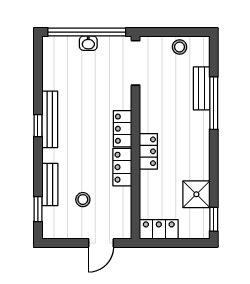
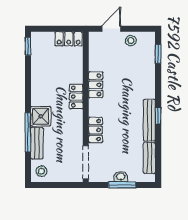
window: (87, 32) -> (122, 185), width x0.47
stool: (180, 47) -> (41, 171), moved
locker: (122, 129) -> (96, 130), moved
bench: (50, 184) -> (149, 158), moved
shower: (196, 194) -> (41, 116), moved
stool: (83, 200) -> (131, 41), moved

